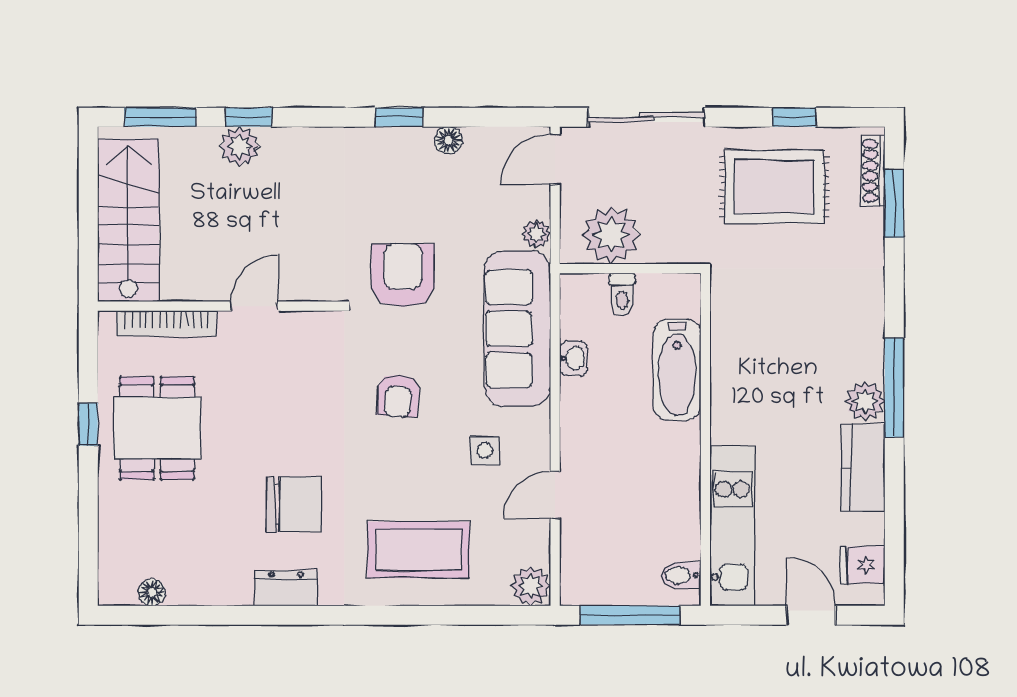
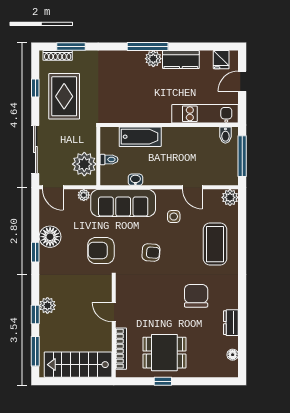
floor lamp: (448, 140) -> (50, 237), width x1.89, depth x1.89
plant: (240, 146) -> (47, 305), moved
dresser: (286, 588) -> (231, 323), moved

